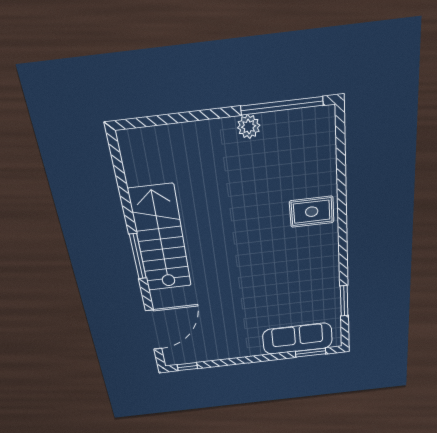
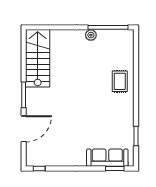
rug: (312, 212) -> (120, 81), turned 90
stairs: (161, 239) -> (38, 58), moved
door: (154, 330) -> (24, 129), moved

